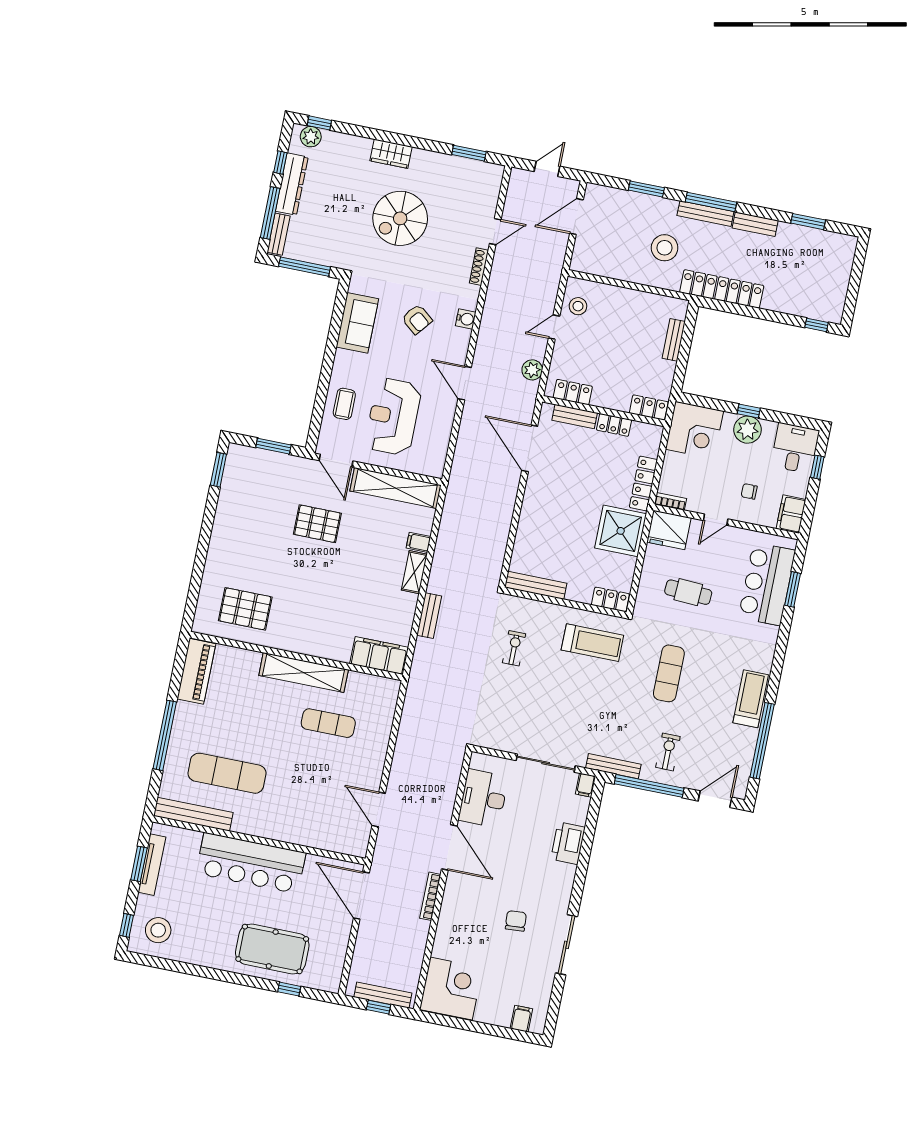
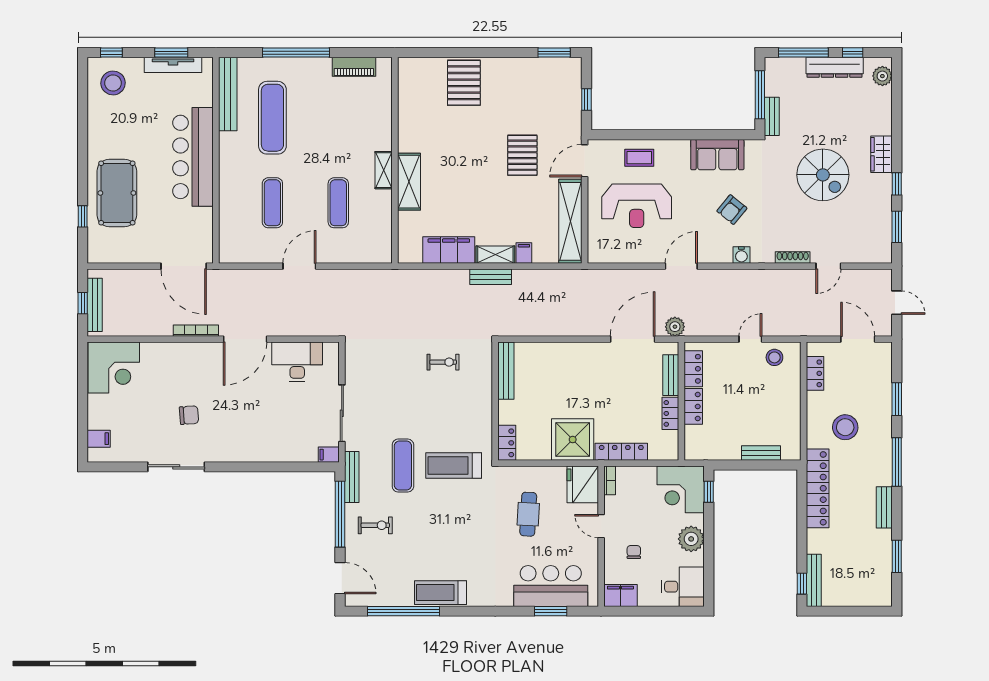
window: (319, 123) -> (897, 184), moved
bench: (705, 214) -> (814, 580), moved
spiral stairs: (400, 218) -> (823, 175), turned 180
door: (495, 232) -> (828, 266), hinge flipped
bench: (279, 234) -> (772, 116), moved, turned 90
locker: (603, 268) -> (815, 373), added
door: (554, 327) -> (750, 339), hinge flipped
plant: (532, 370) -> (675, 327), moved
locker: (649, 407) -> (693, 406), moved
window: (749, 411) -> (709, 492), moved
reception desk: (393, 416) -> (637, 206), turned 180
window: (273, 446) -> (586, 99), width x0.67
window: (817, 467) -> (669, 611), removed
pallet: (245, 609) -> (464, 83), moved
bench: (429, 616) -> (491, 277), moved
treadmill: (592, 643) -> (454, 466), moved, turned 90
shelving: (321, 646) -> (409, 182), added
filing cabinet: (379, 656) -> (449, 250), moved, turned -90
piano: (196, 671) -> (354, 67), width x0.73, depth x0.75
shelving: (304, 673) -> (384, 170), width x0.45, depth x0.75
exercise mat: (669, 673) -> (403, 466), moved, turned 90
treadmill: (751, 699) -> (440, 593), turned 180
exercise mat: (315, 791) -> (272, 203), added
door: (379, 810) -> (299, 266), moved
printer: (568, 843) -> (271, 449), removed
door: (361, 896) -> (184, 266), swing flipped

